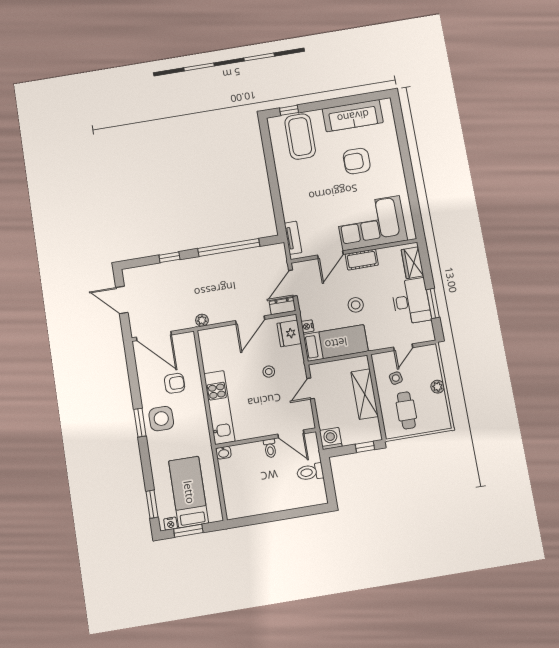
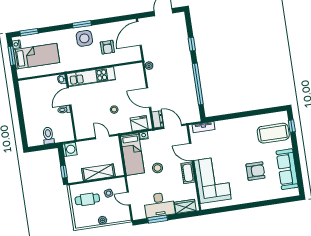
armchair: (357, 161) -> (255, 171), turned 90
door: (291, 434) -> (69, 96), moved

